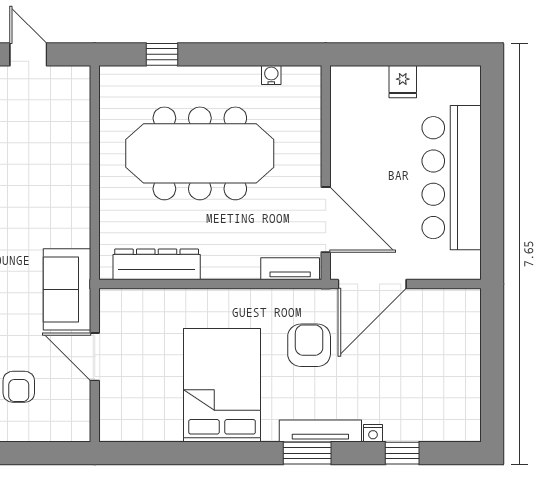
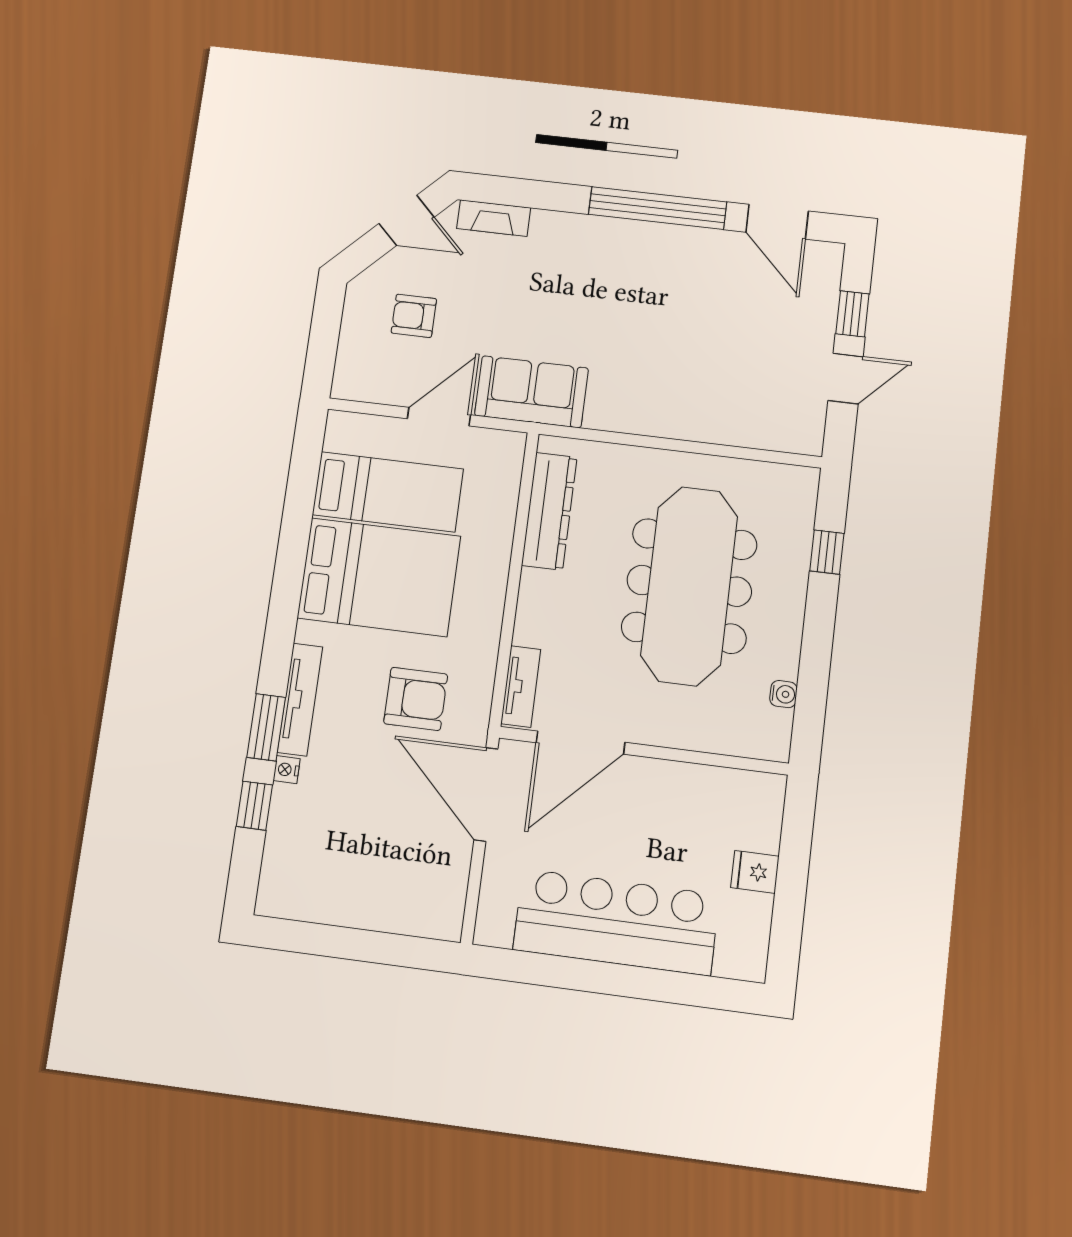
bed: (157, 388) -> (388, 492), added
window: (307, 453) -> (266, 727), moved

